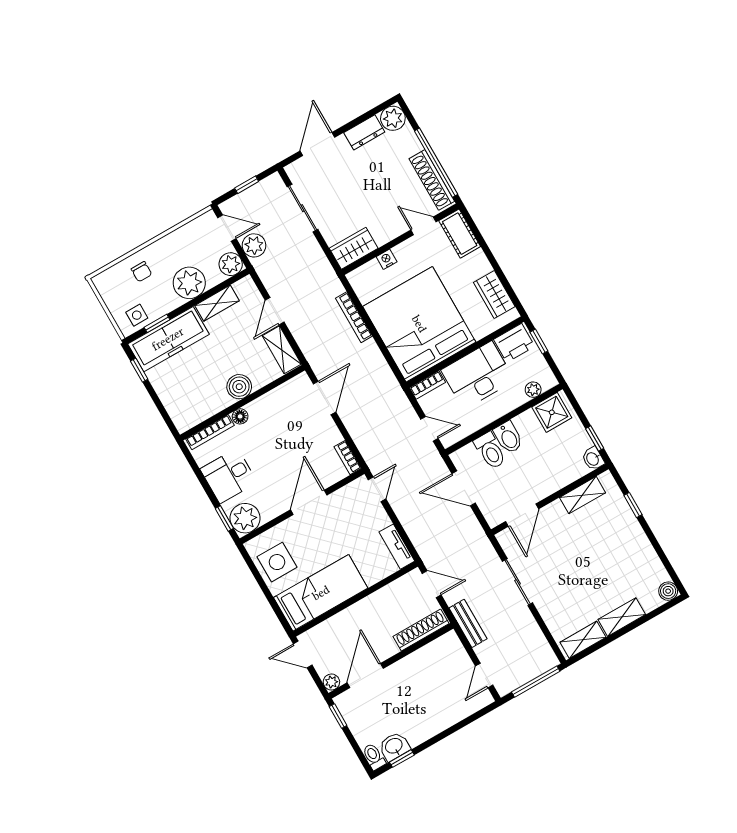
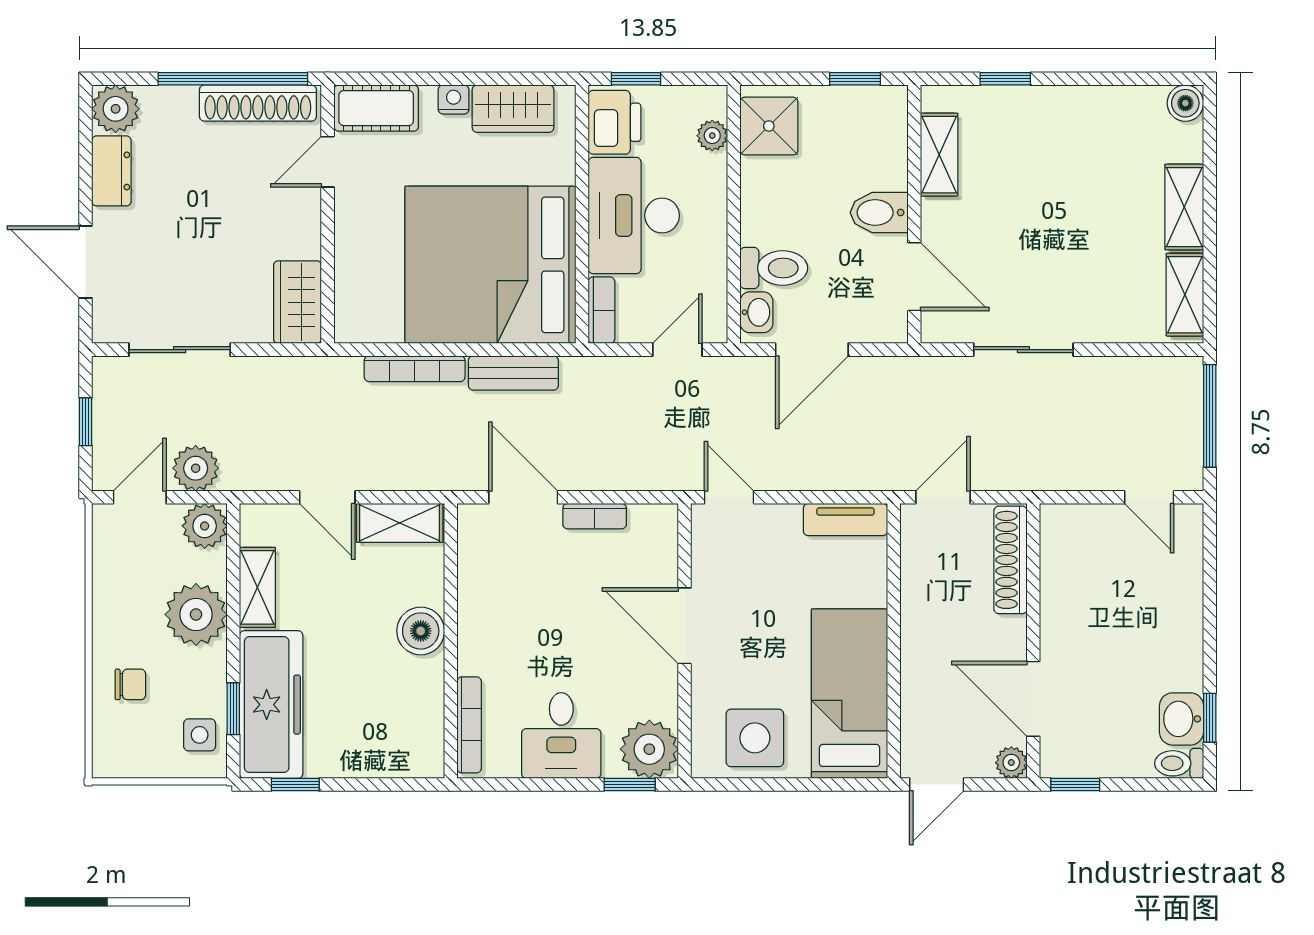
nightstand: (387, 259) -> (454, 99), moved, turned 90
floor lamp: (240, 416) -> (472, 658), removed
bidet: (508, 437) -> (879, 213), moved, turned 180
bookcase: (348, 458) -> (595, 516), moved
washbasin: (593, 459) -> (756, 312), moved, turned -90
bench: (468, 623) -> (513, 373), moved

